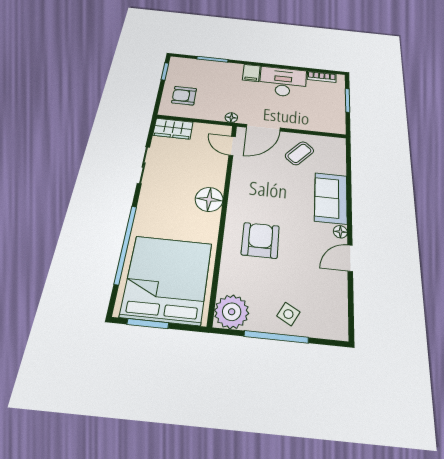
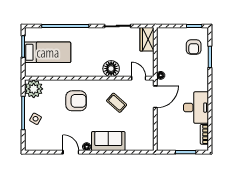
filing cabinet: (251, 73) -> (201, 85), removed
armchair: (184, 96) -> (194, 47), moved, turned 180
door: (263, 128) -> (155, 97), swing flipped
door: (232, 146) -> (139, 78), hinge flipped
coffee table: (299, 153) -> (117, 103), moved
floor lamp: (209, 199) -> (111, 69), moved
bed: (167, 279) -> (48, 52), width x0.49

